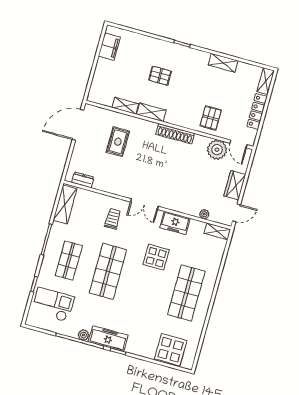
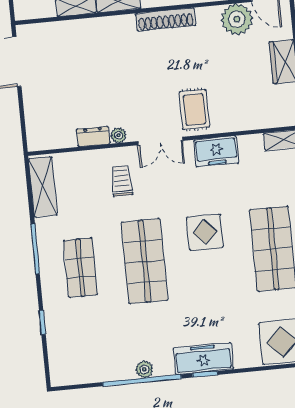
rug: (118, 142) -> (194, 110), moved
dresser: (83, 180) -> (93, 136), moved
plant: (204, 214) -> (119, 135), moved
display table: (156, 257) -> (205, 232), moved
checkout: (53, 305) -> (82, 342), removed
freezer: (108, 339) -> (203, 359), moved

